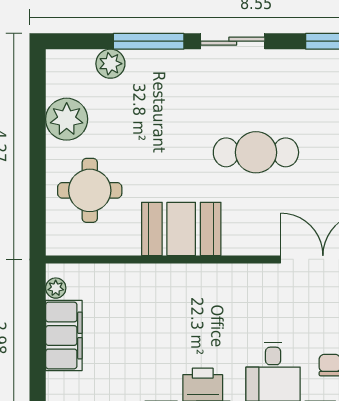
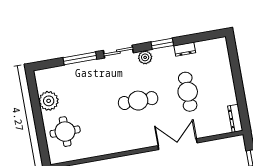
plant: (110, 64) -> (145, 57), moved
booth: (181, 229) -> (110, 142), removed

